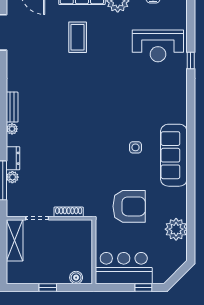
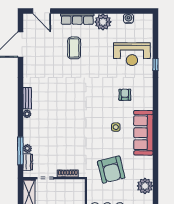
armchair: (148, 102) -> (125, 95), added
dresser: (13, 158) -> (28, 162), moved
armchair: (129, 206) -> (111, 170), turned 76

